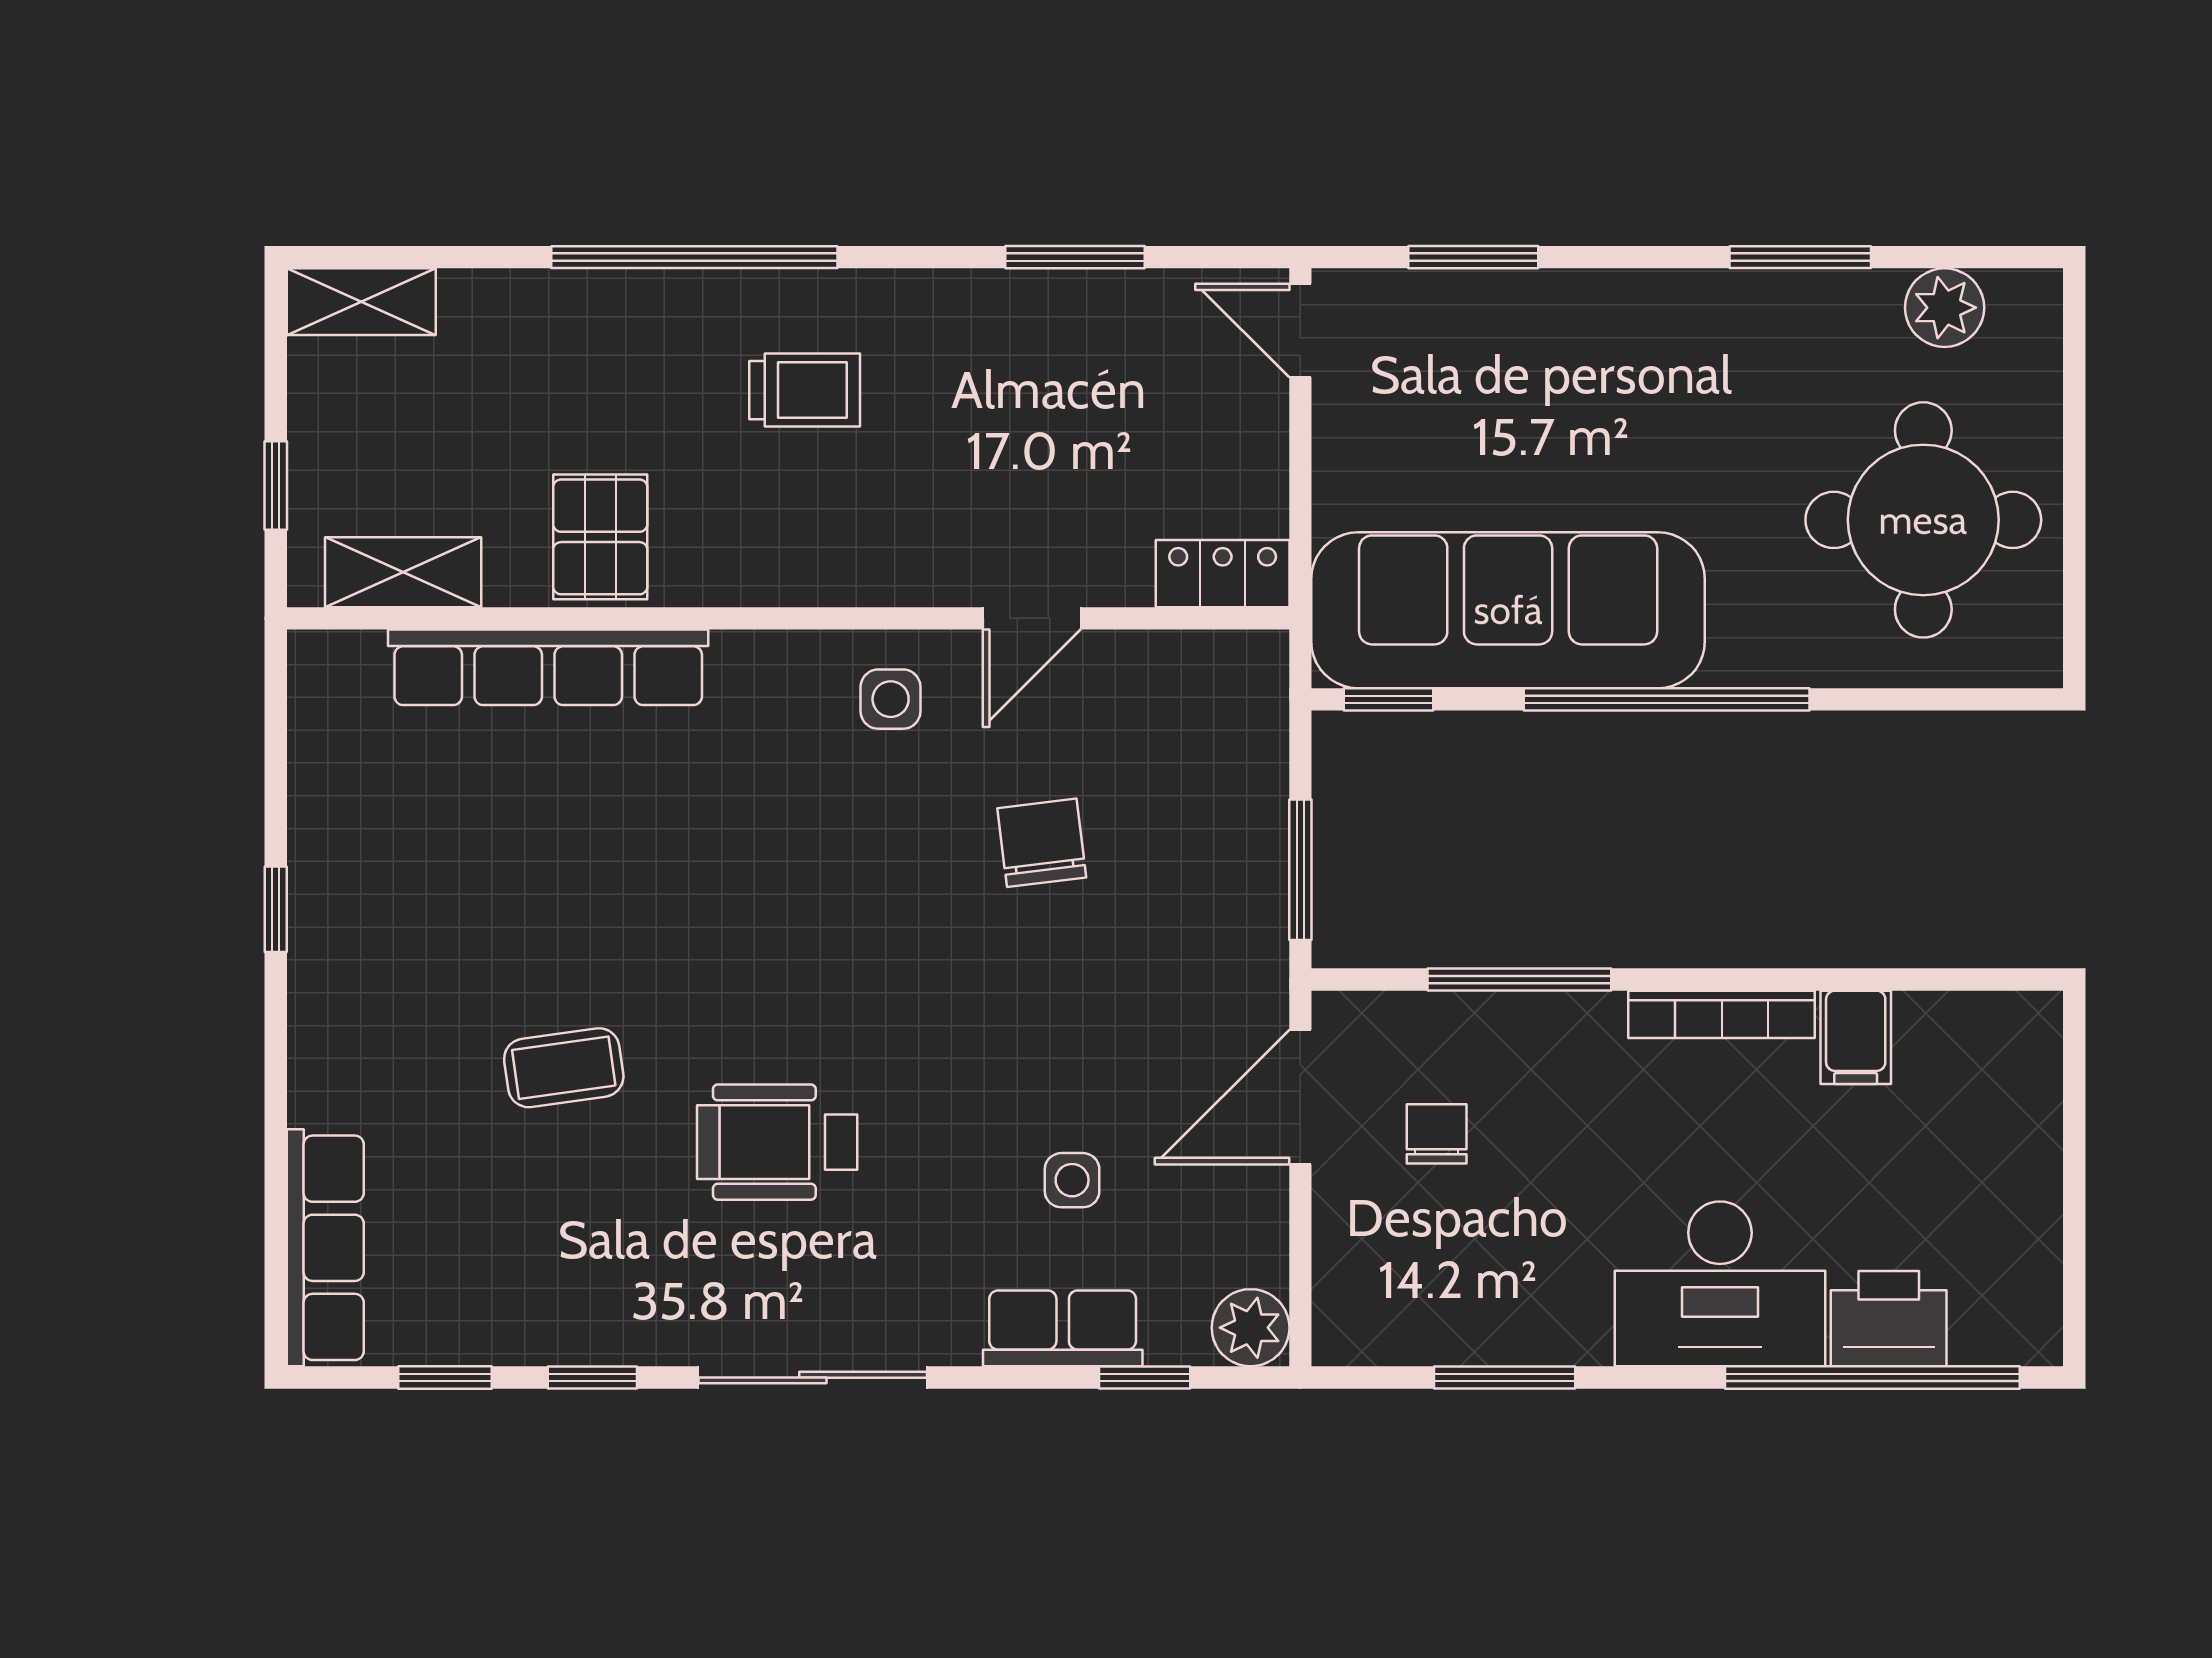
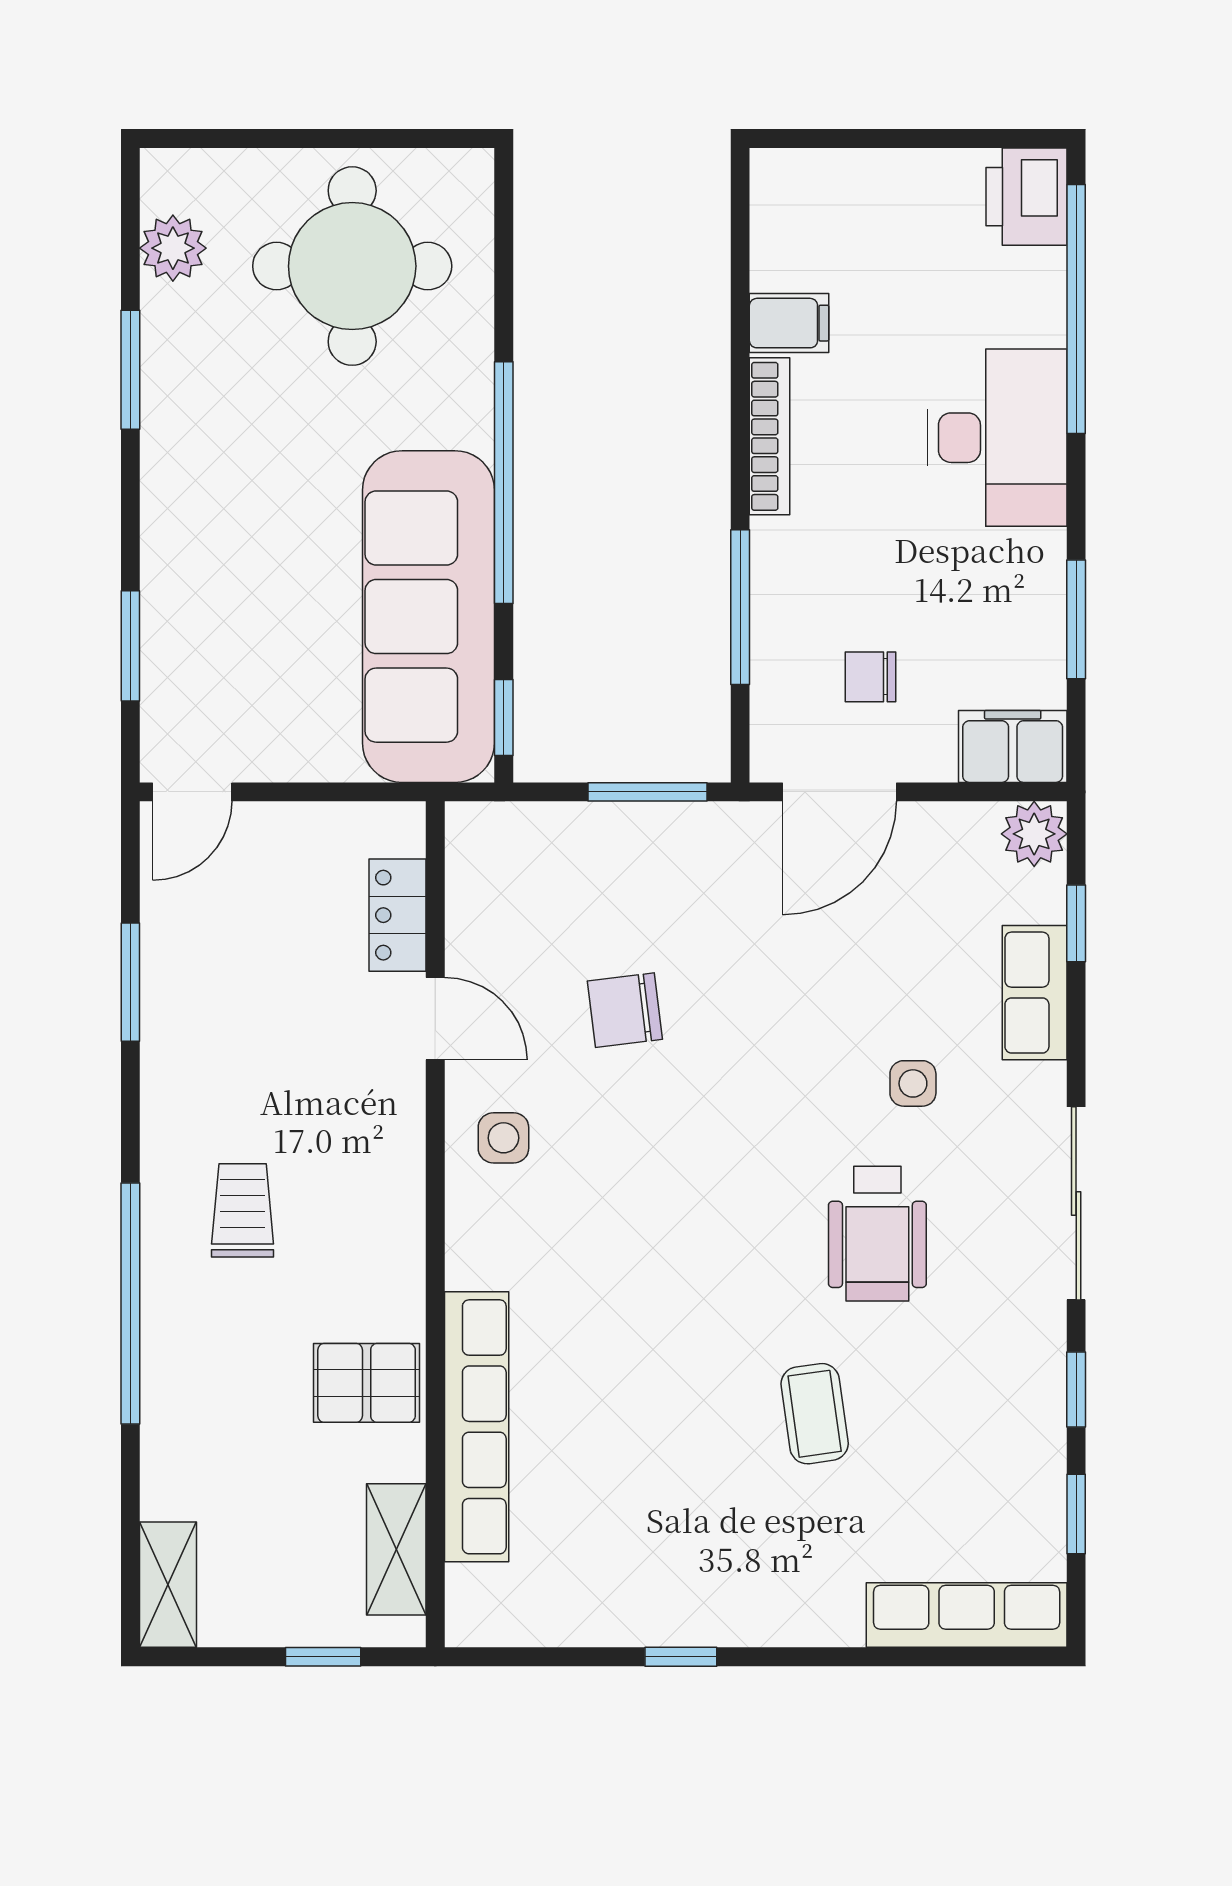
locker: (1223, 574) -> (397, 915), moved
door: (1300, 1097) -> (839, 792), hinge flipped
side table: (1072, 1180) -> (913, 1083), moved
filing cabinet: (1354, 1302) -> (1013, 746), added
printer: (1889, 1319) -> (1026, 197), moved

